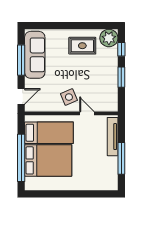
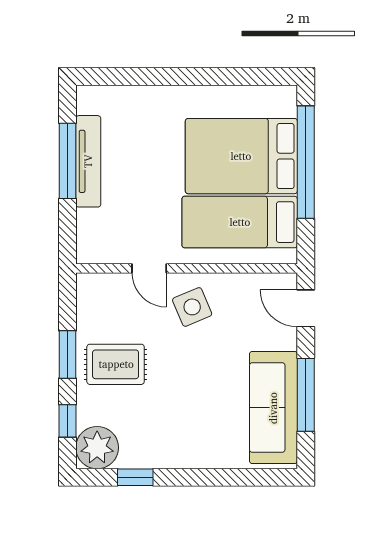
window: (93, 26) -> (135, 477), added
rug: (82, 46) -> (116, 364), moved
door: (21, 96) -> (306, 308), hinge flipped
tv unit: (113, 137) -> (88, 161), moved

